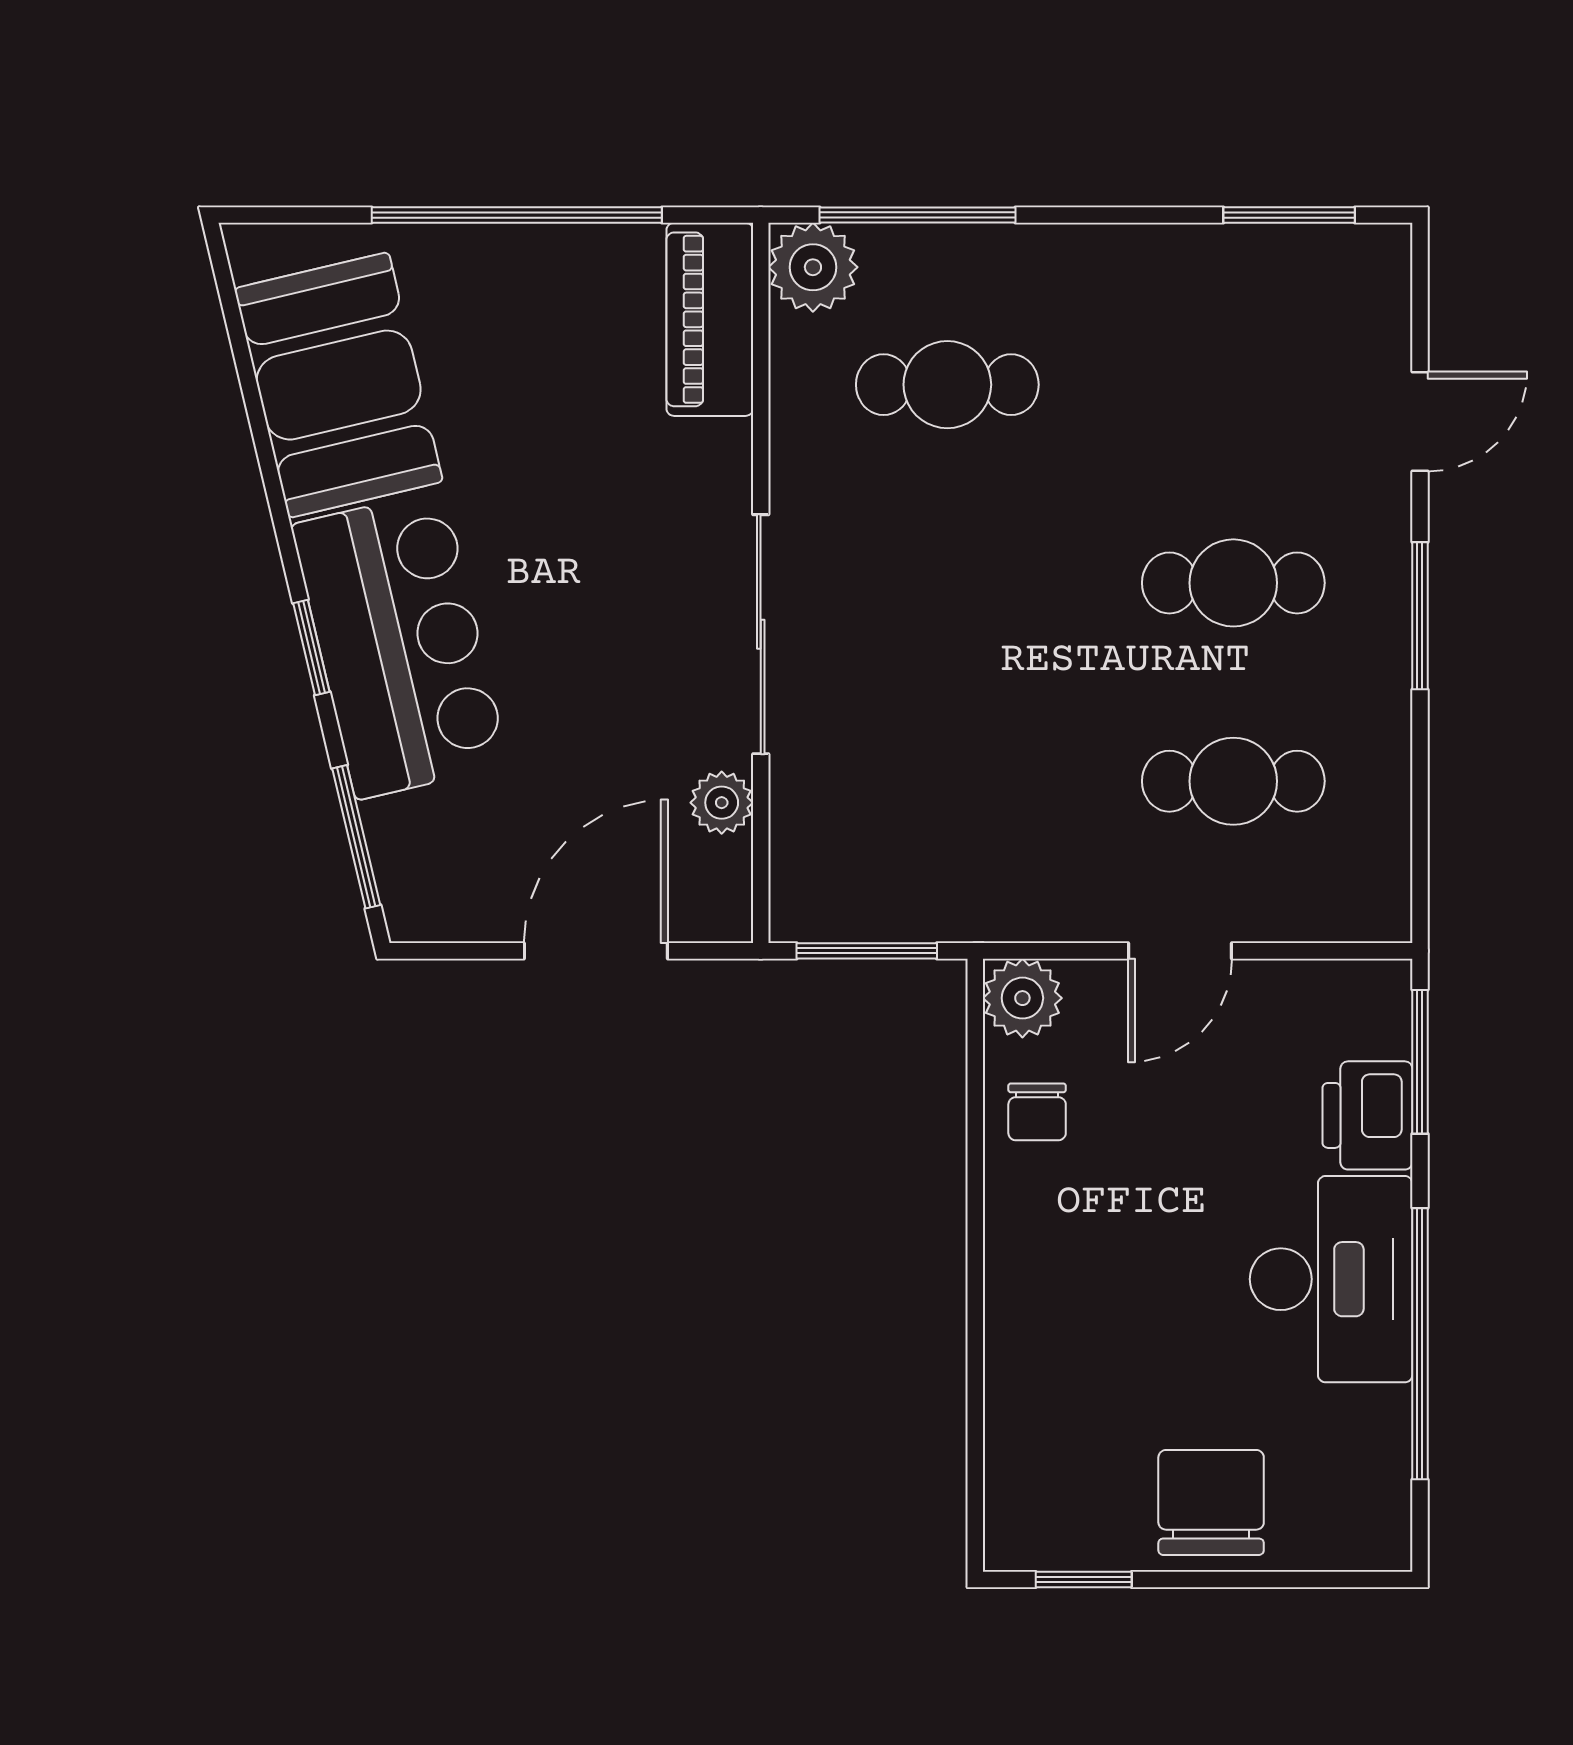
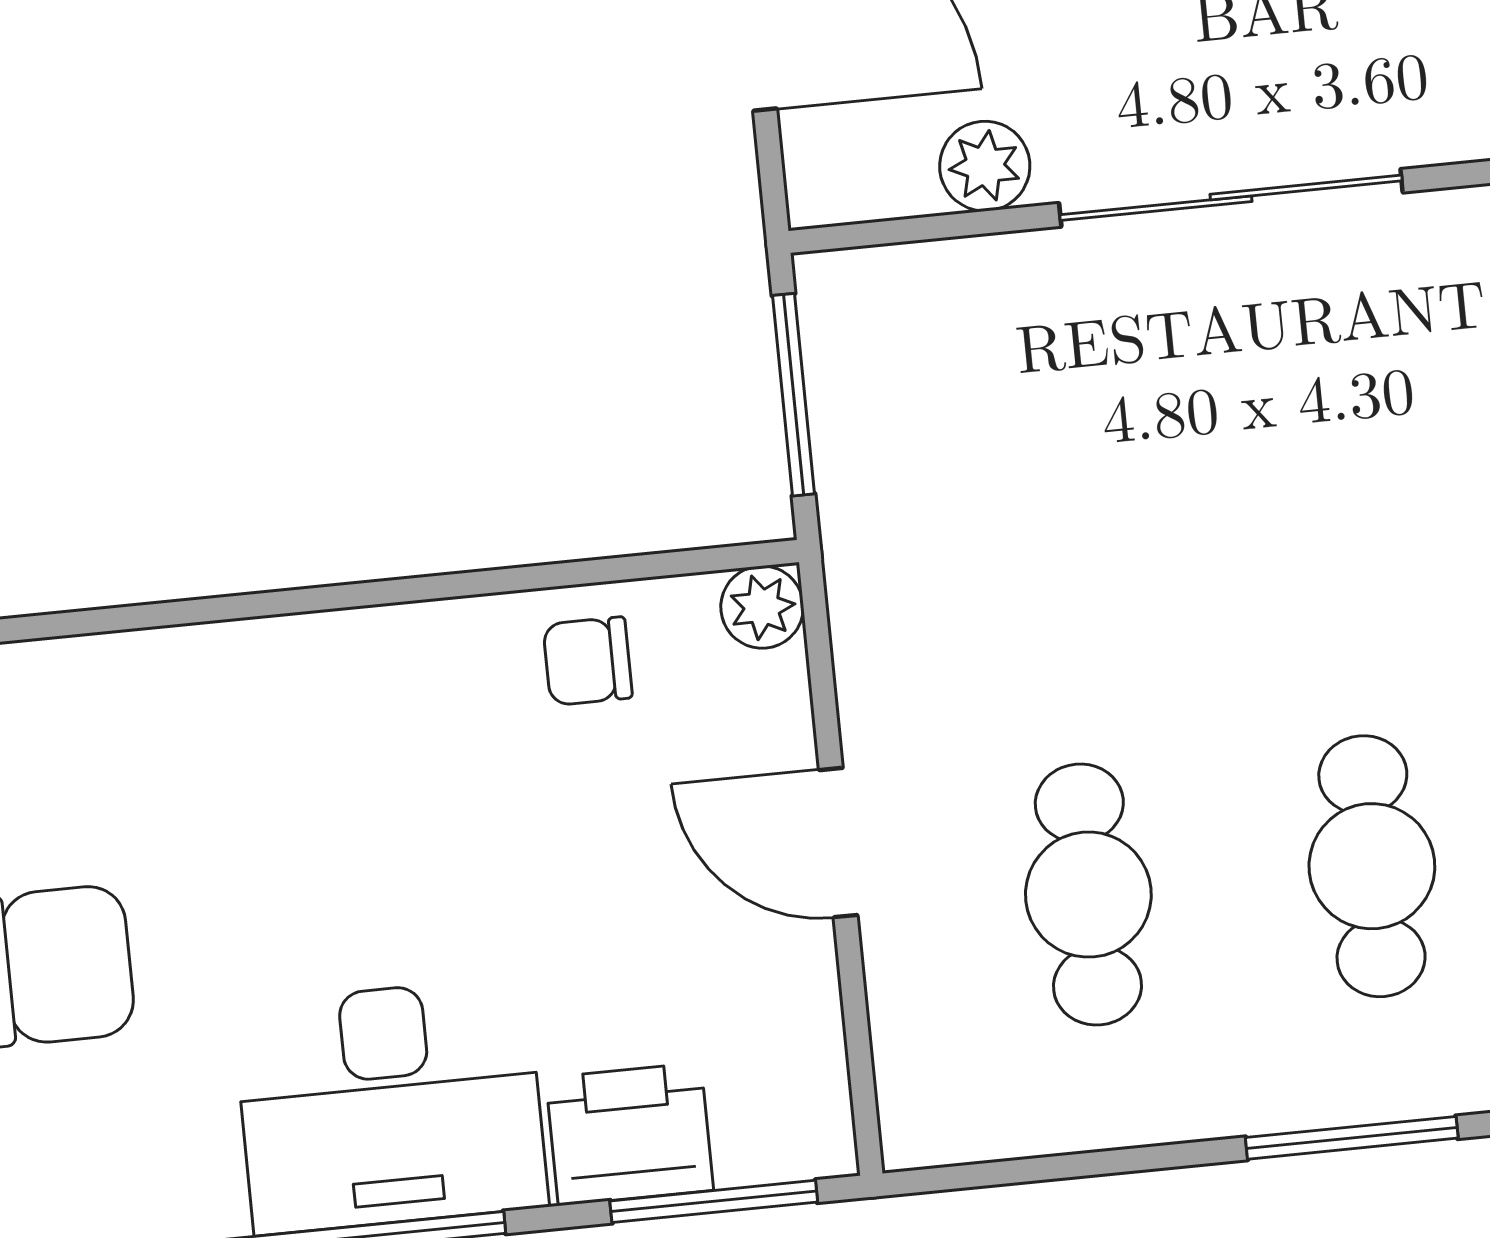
plant: (1022, 998) -> (762, 607), width x0.73, depth x0.73

